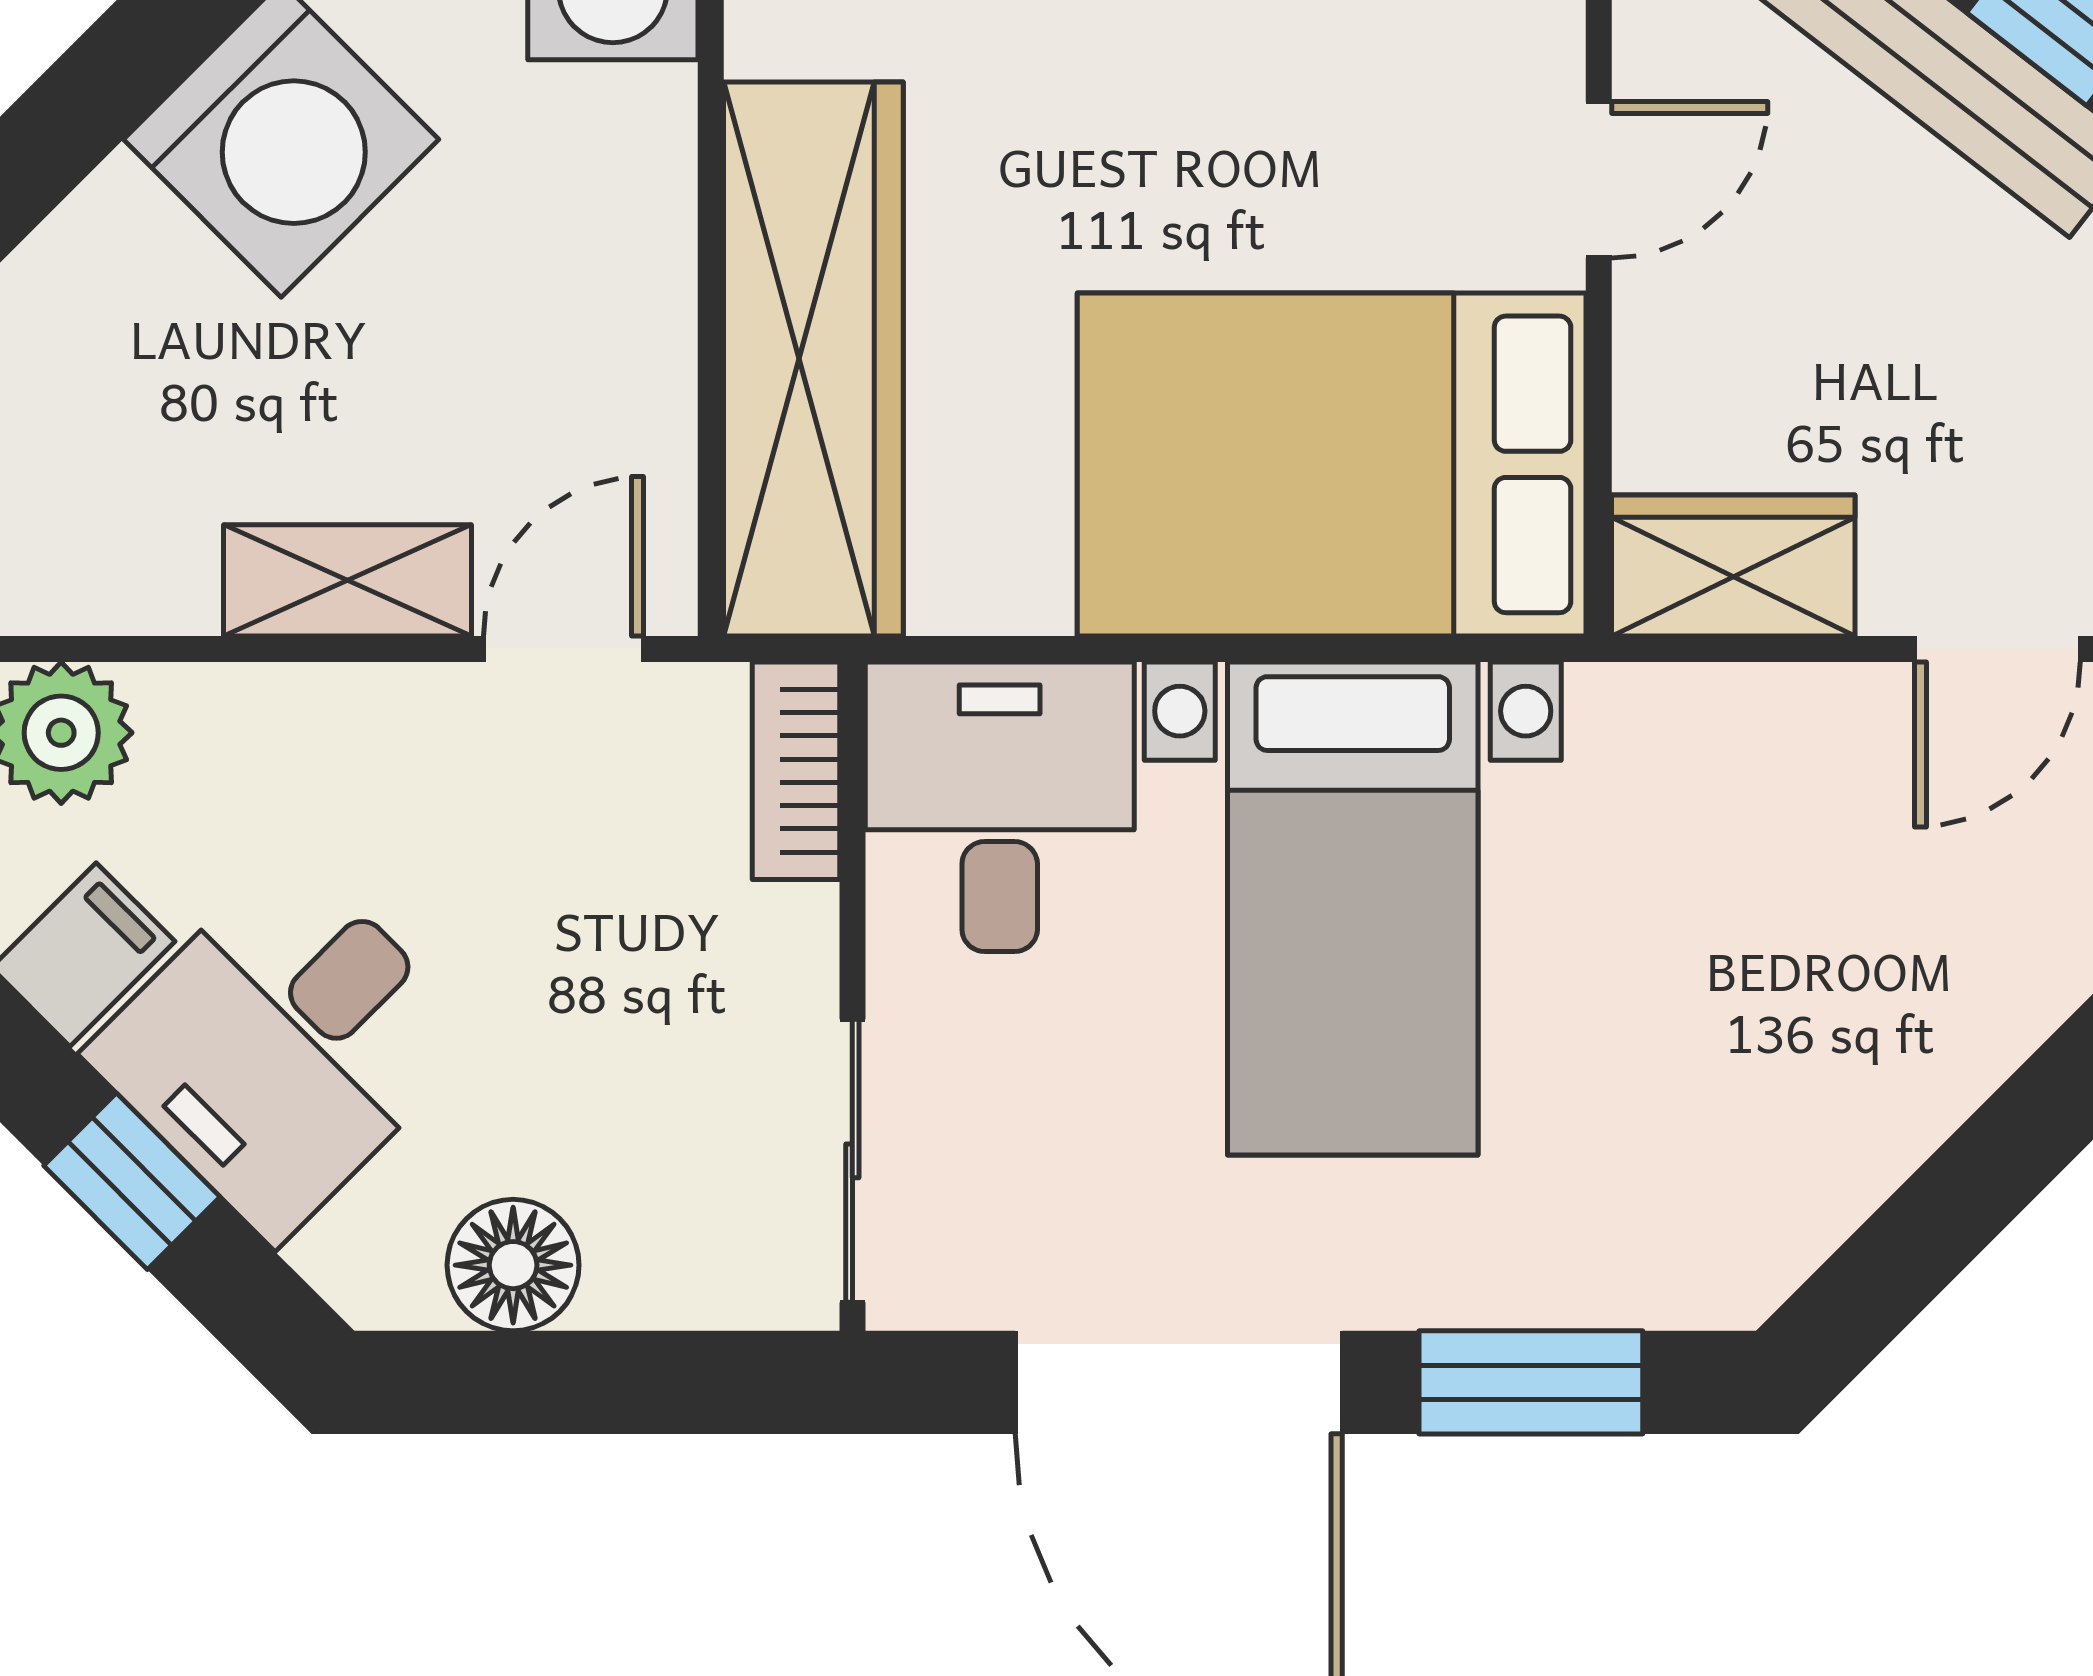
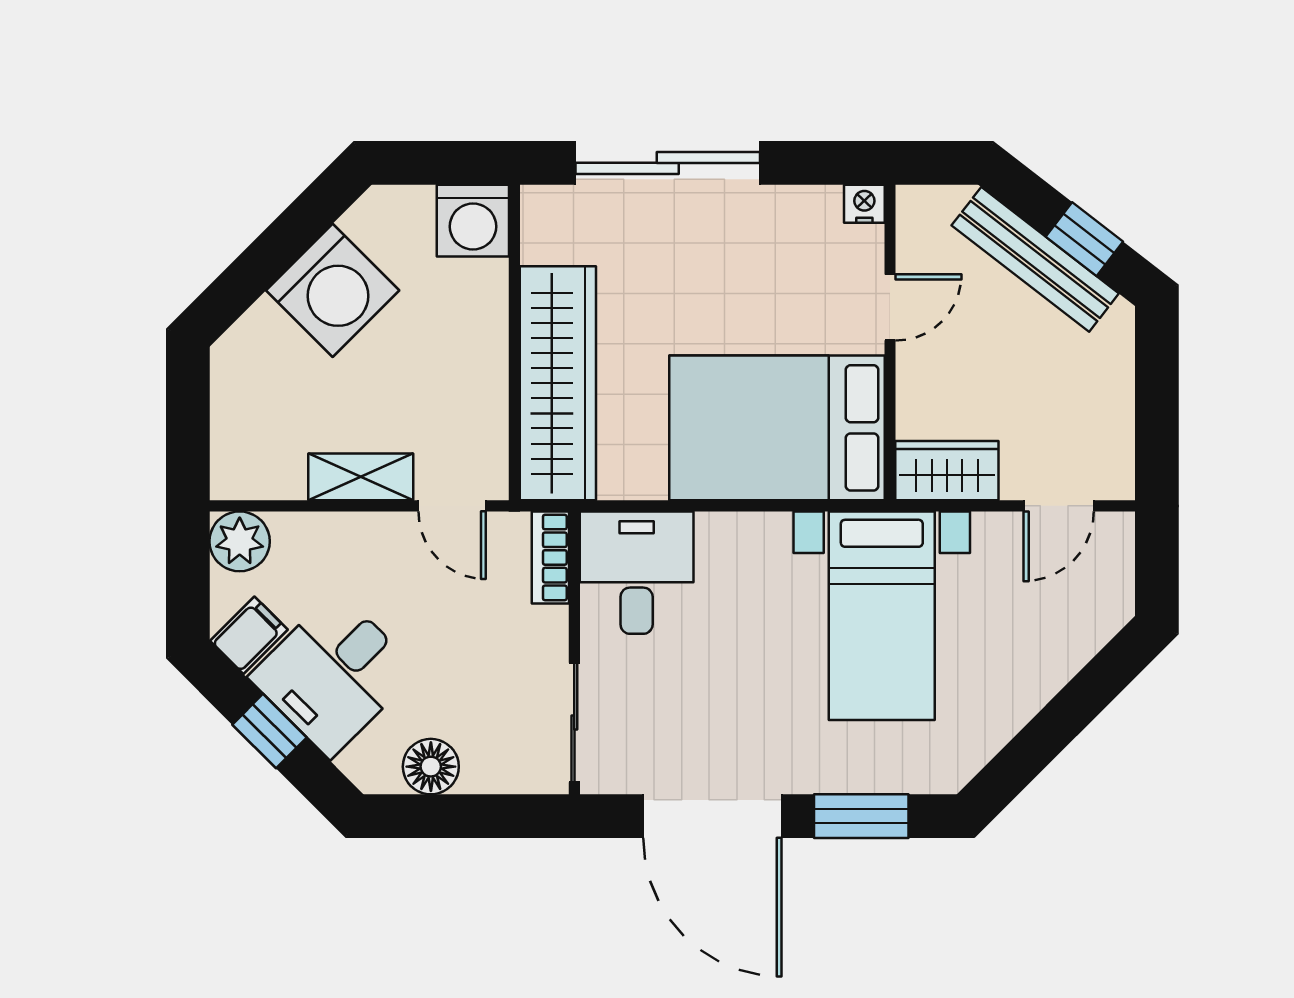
door: (563, 649) -> (452, 506), swing flipped
bed with nightstands: (1353, 908) -> (882, 616), moved

